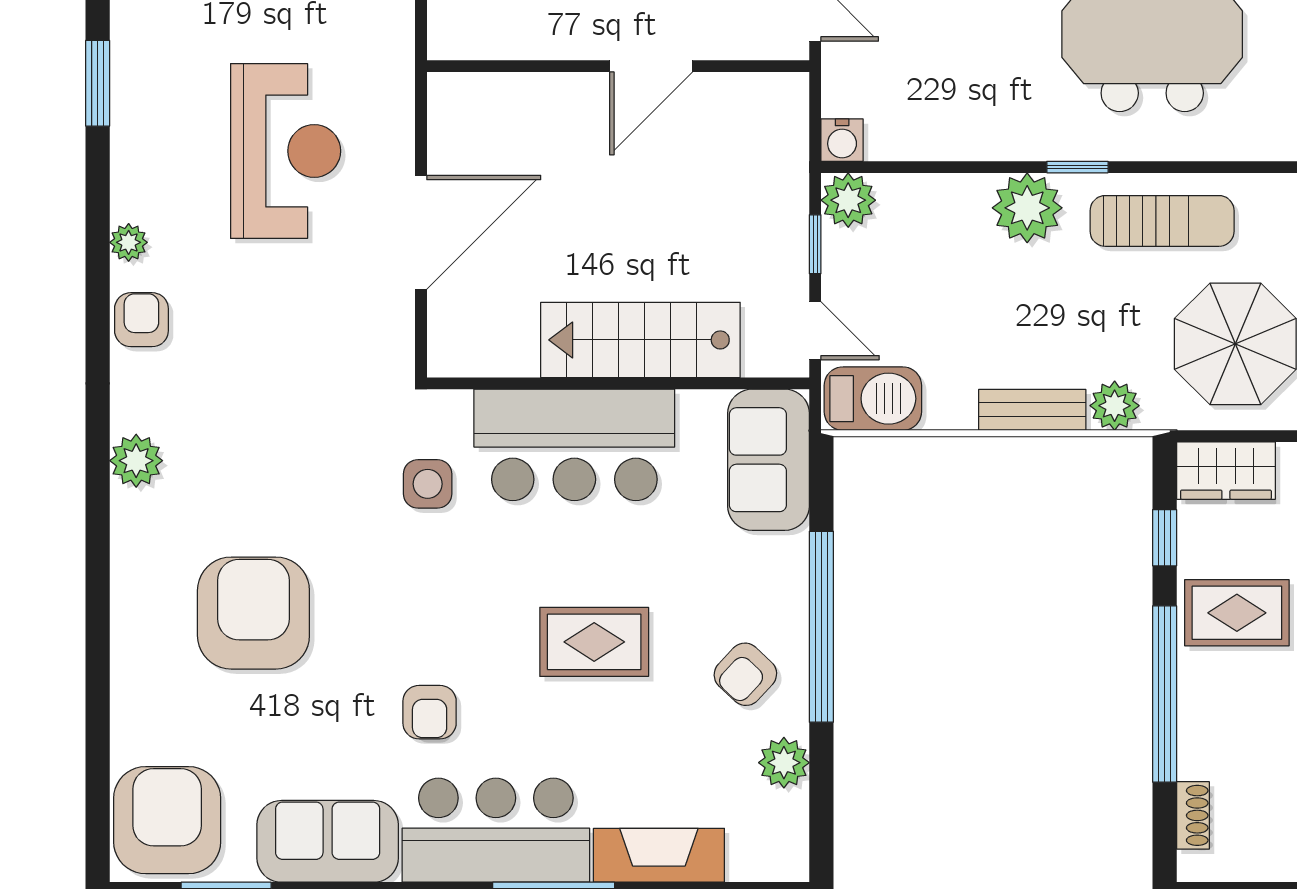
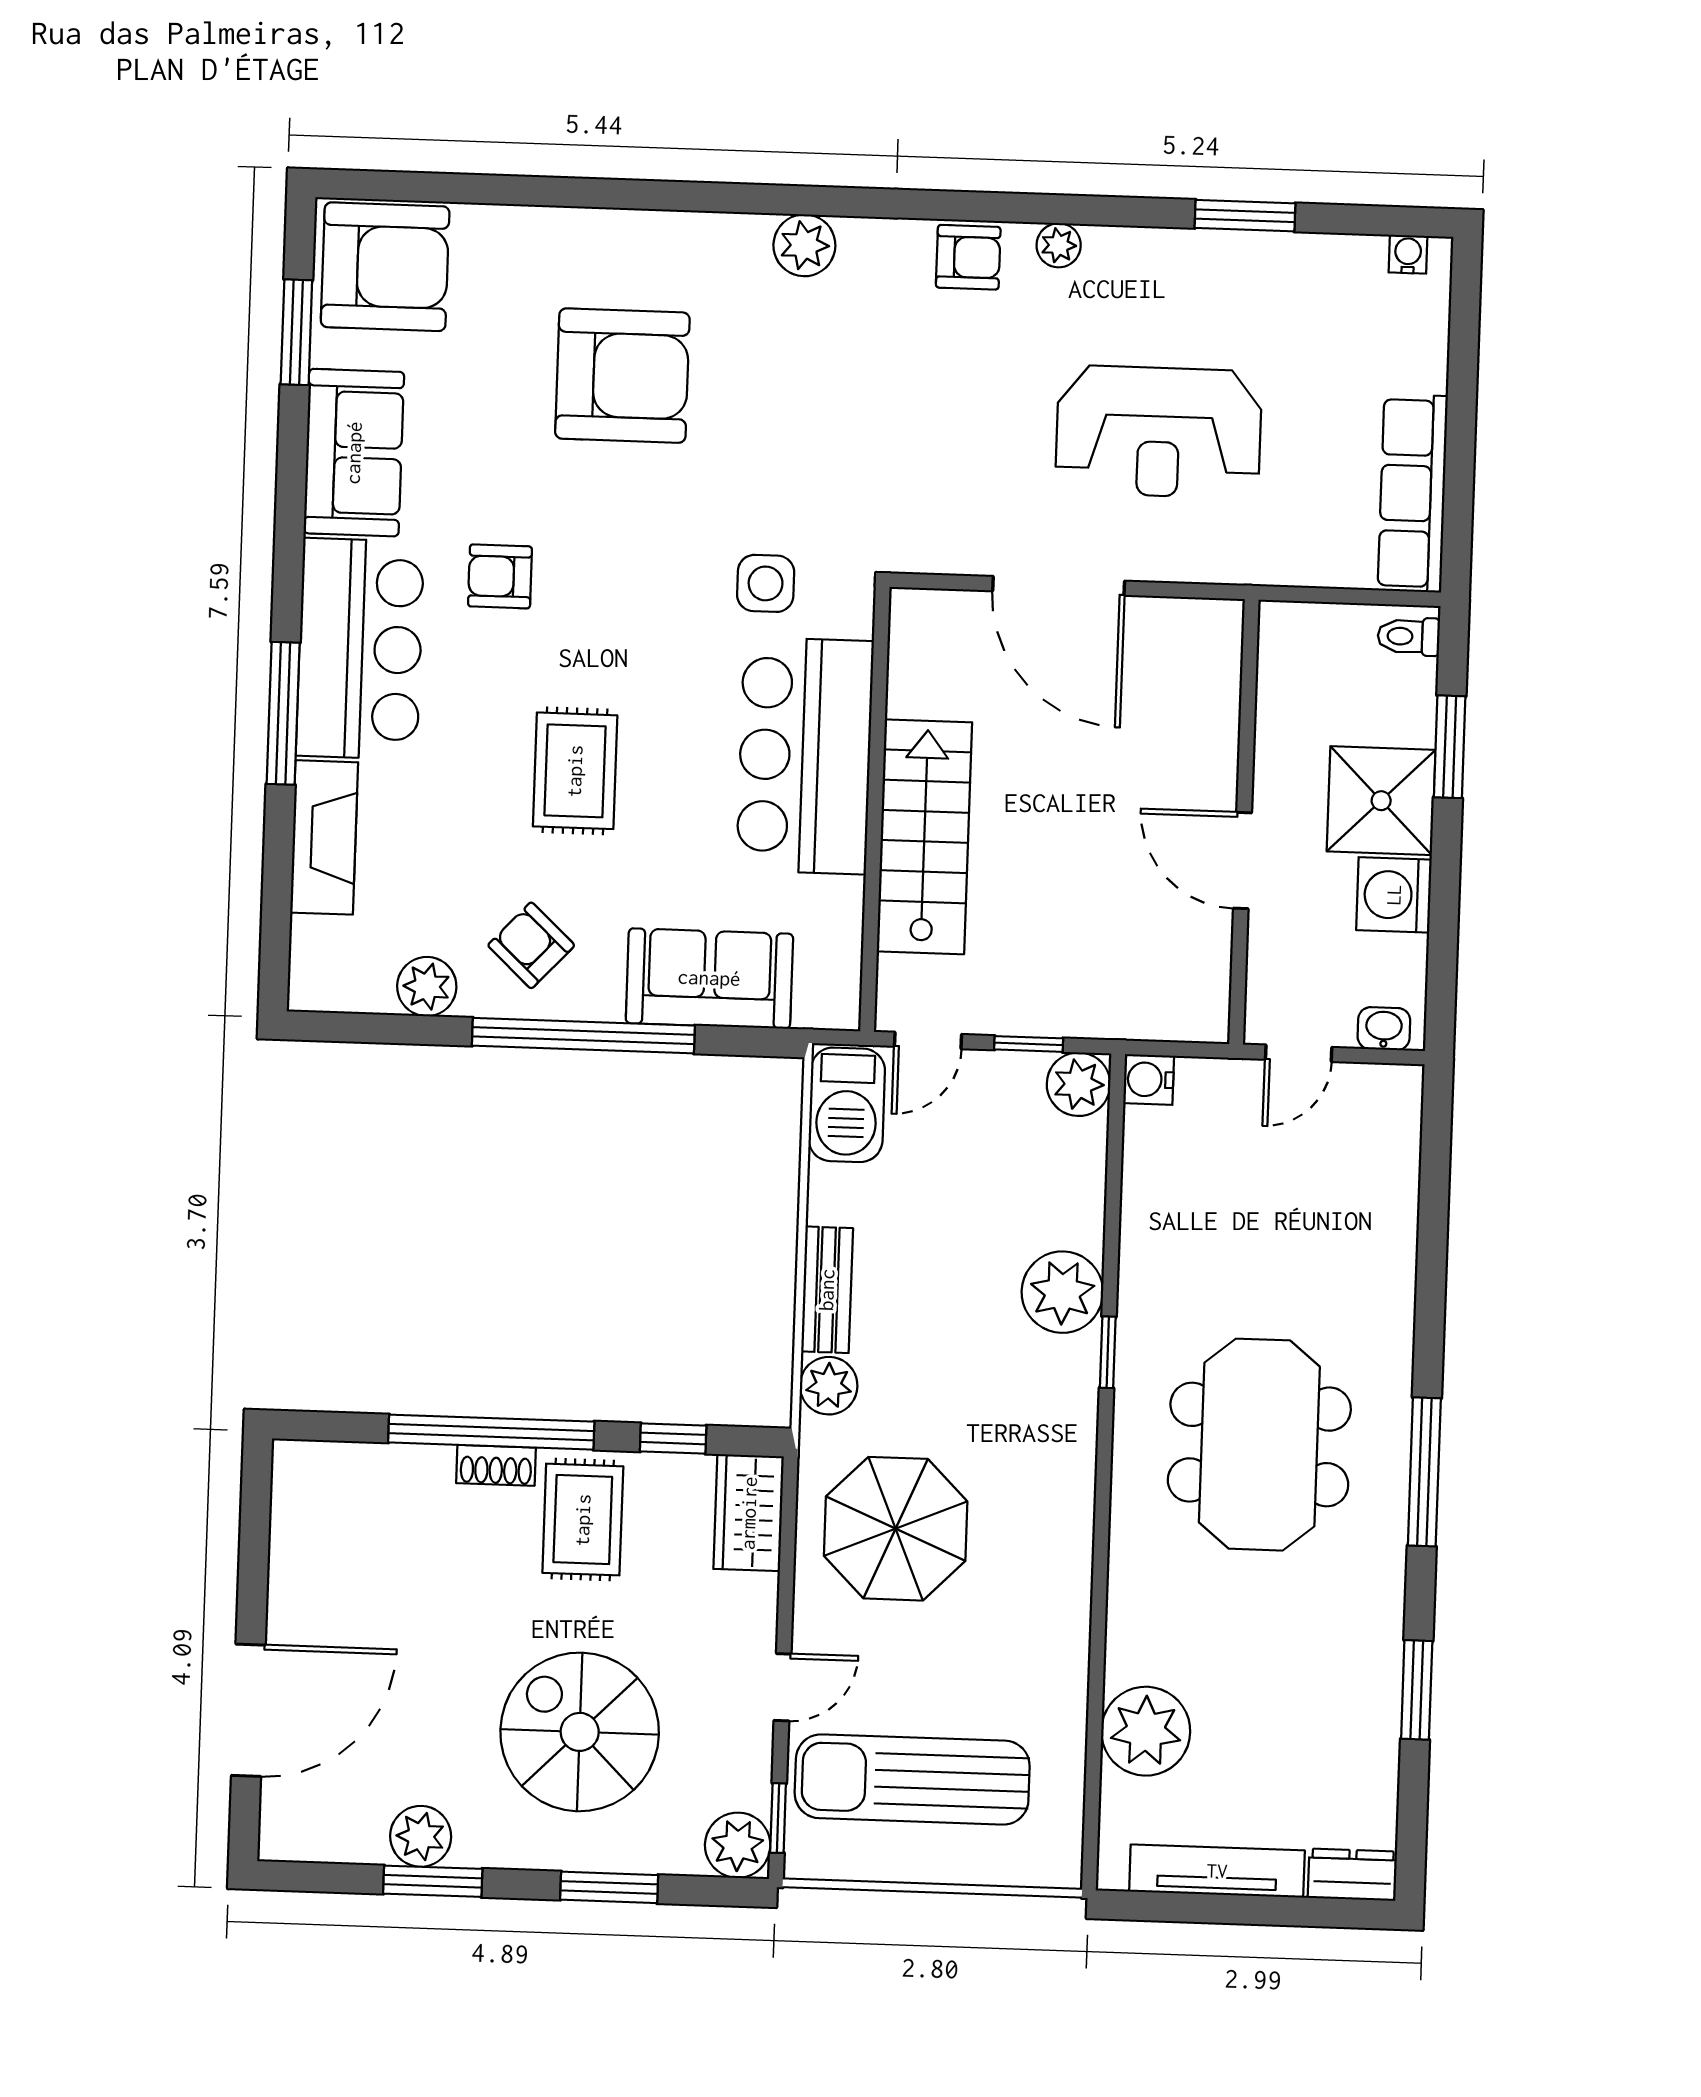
sun lounger: (1162, 221) -> (1042, 1448), removed
sofa: (769, 460) -> (709, 978), moved
shoe rack: (1193, 815) -> (496, 1465), moved

